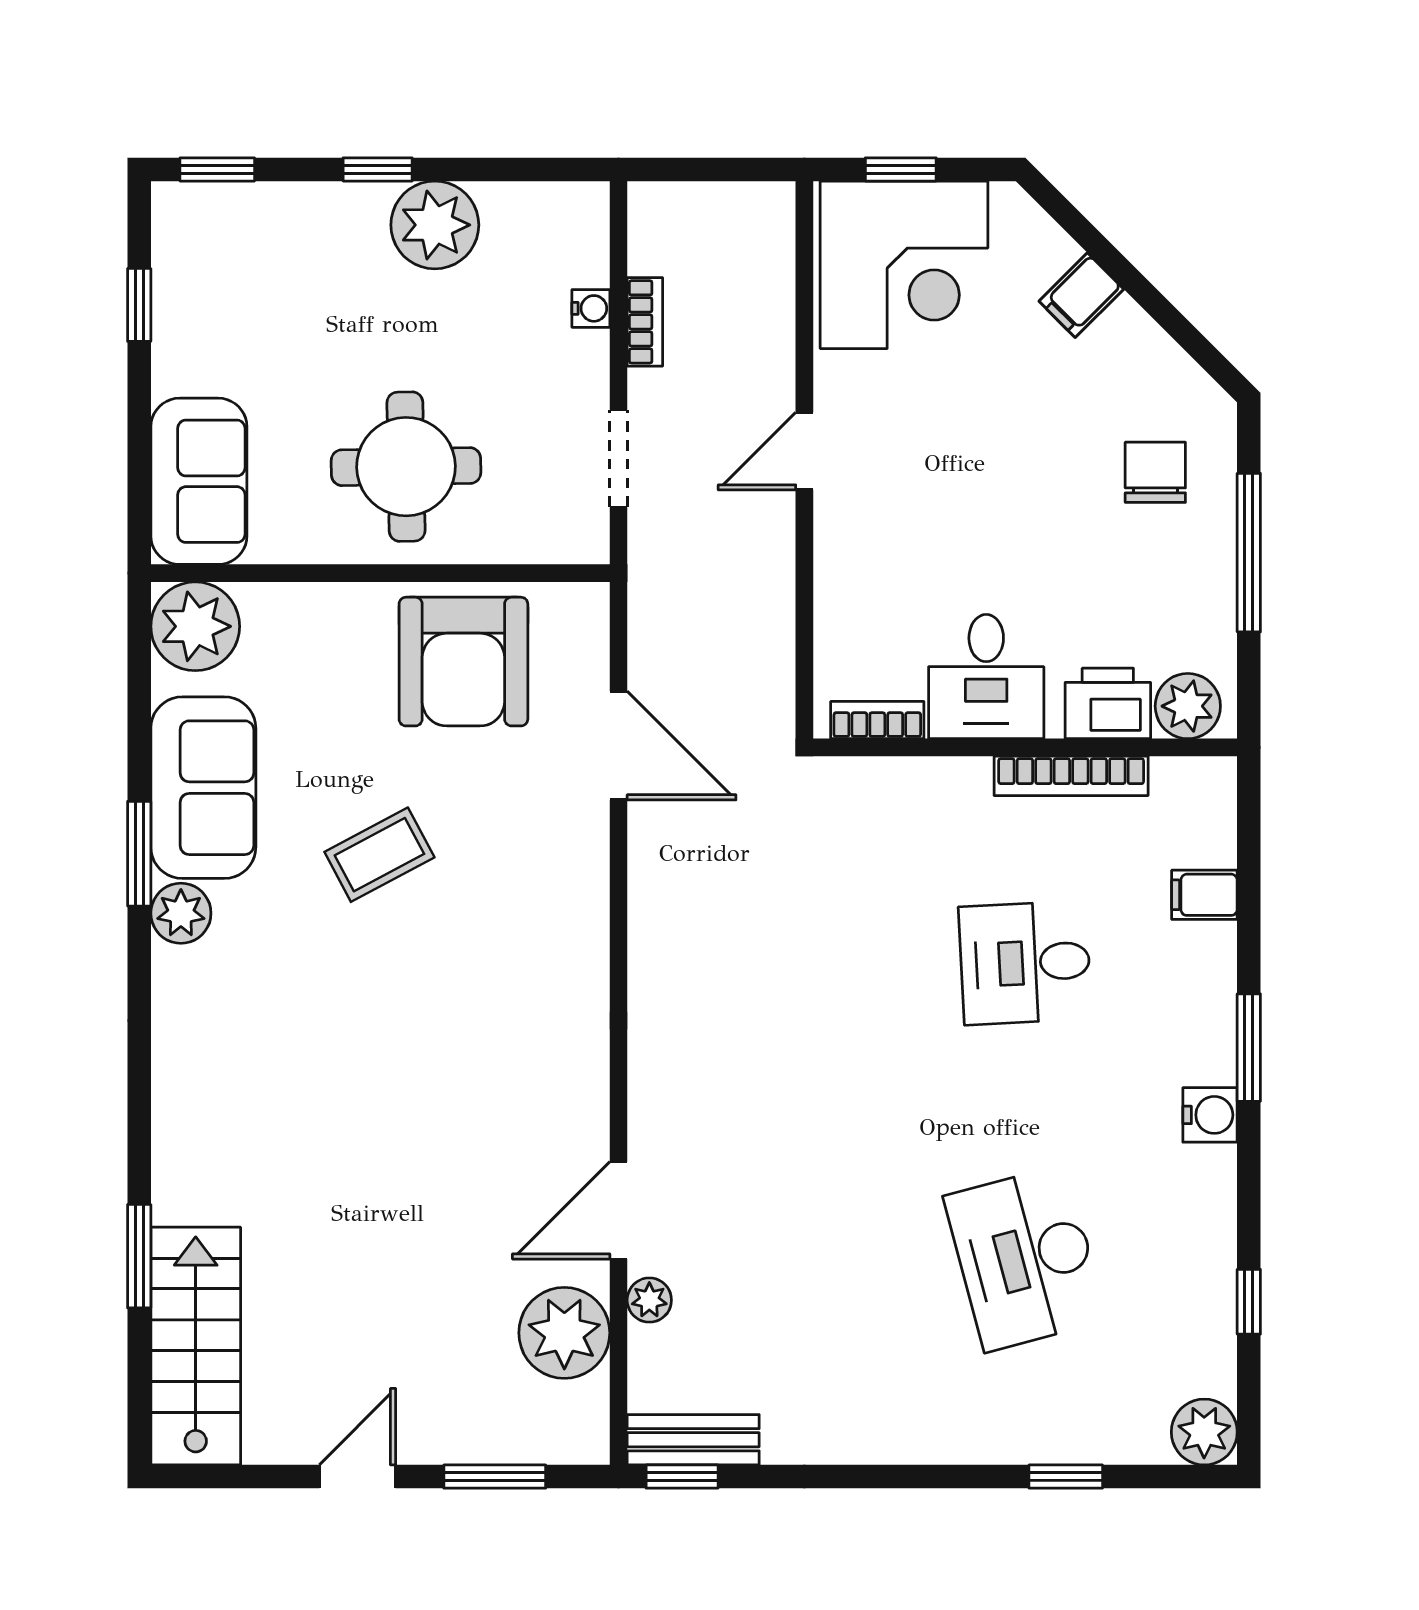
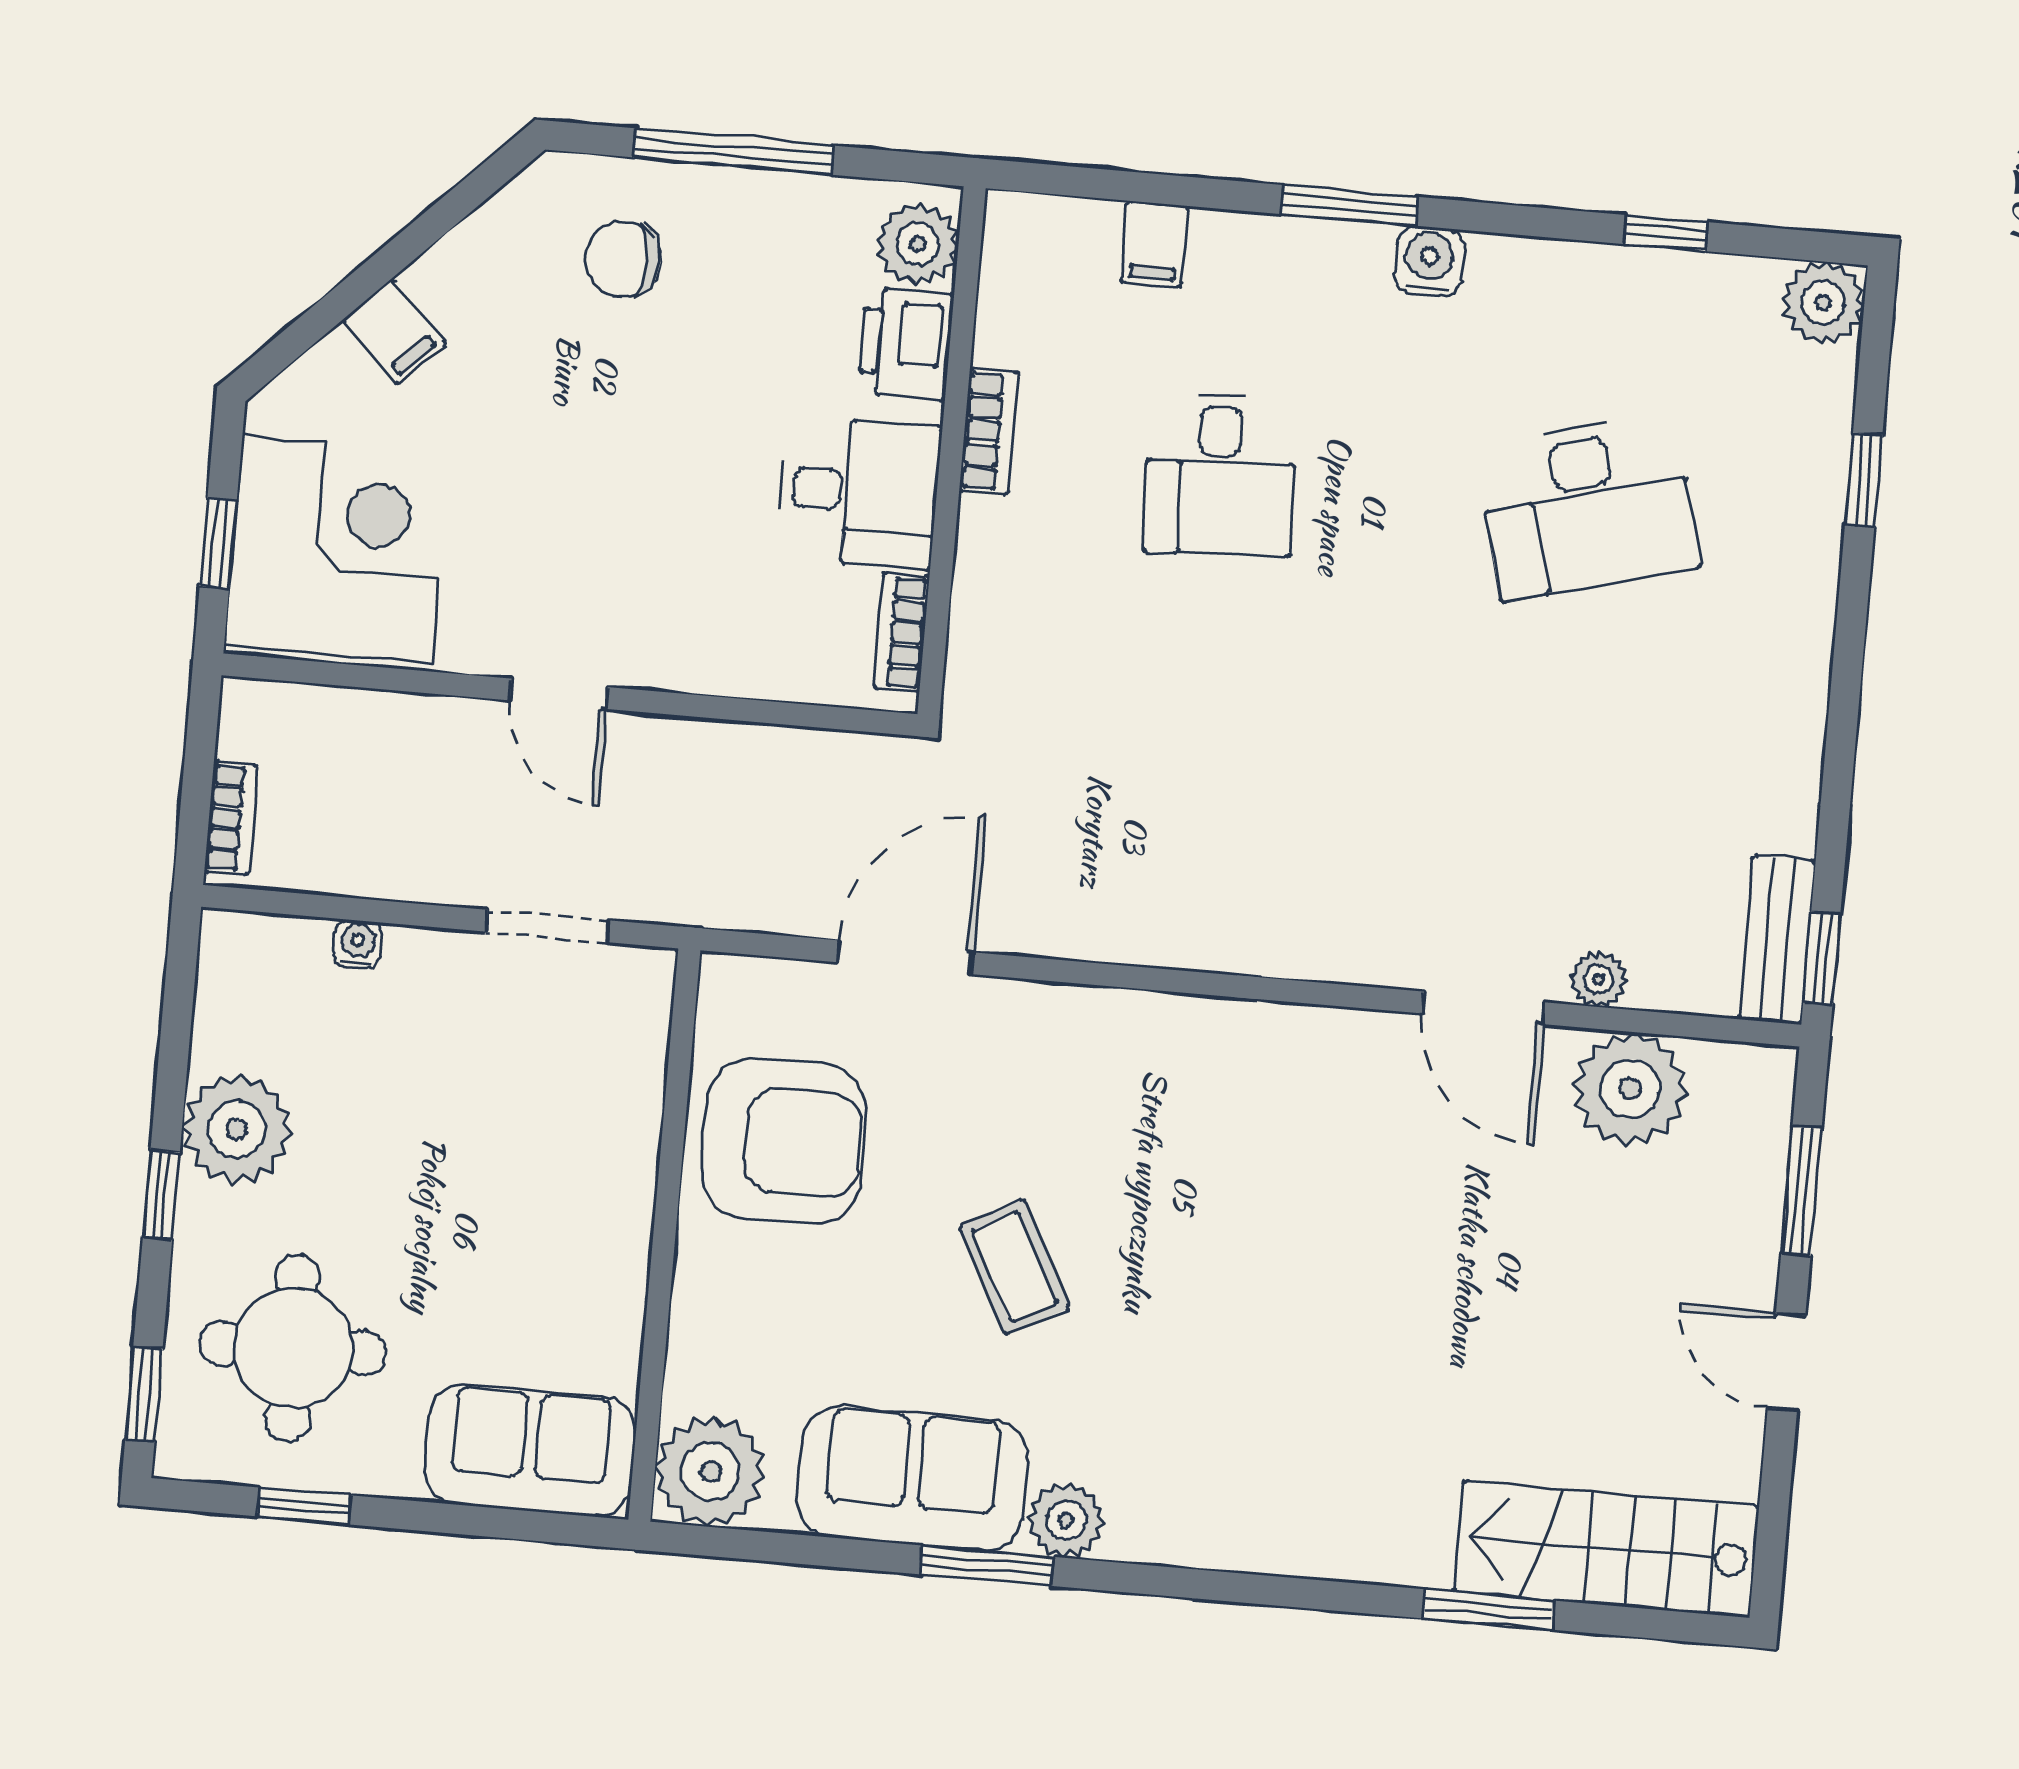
bookcase: (645, 322) -> (231, 818), moved, turned 90
round table: (406, 467) -> (293, 1348), moved
bookcase: (1071, 776) -> (989, 432), width x0.64

